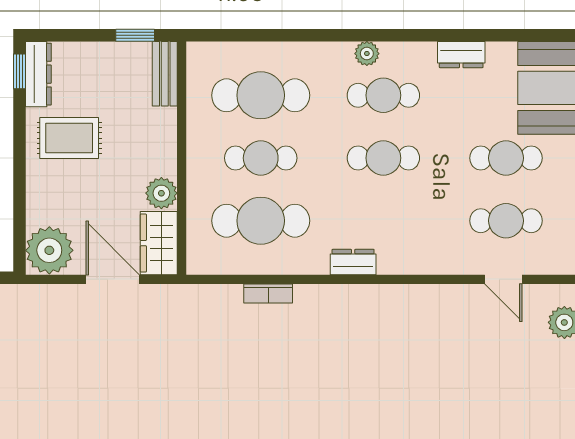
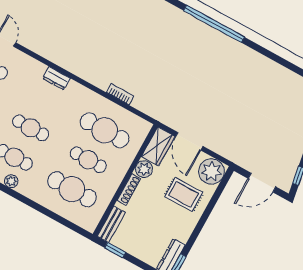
rug: (69, 138) -> (184, 194), moved
shoe rack: (167, 146) -> (129, 189), added
dresser: (353, 262) -> (57, 78), moved

